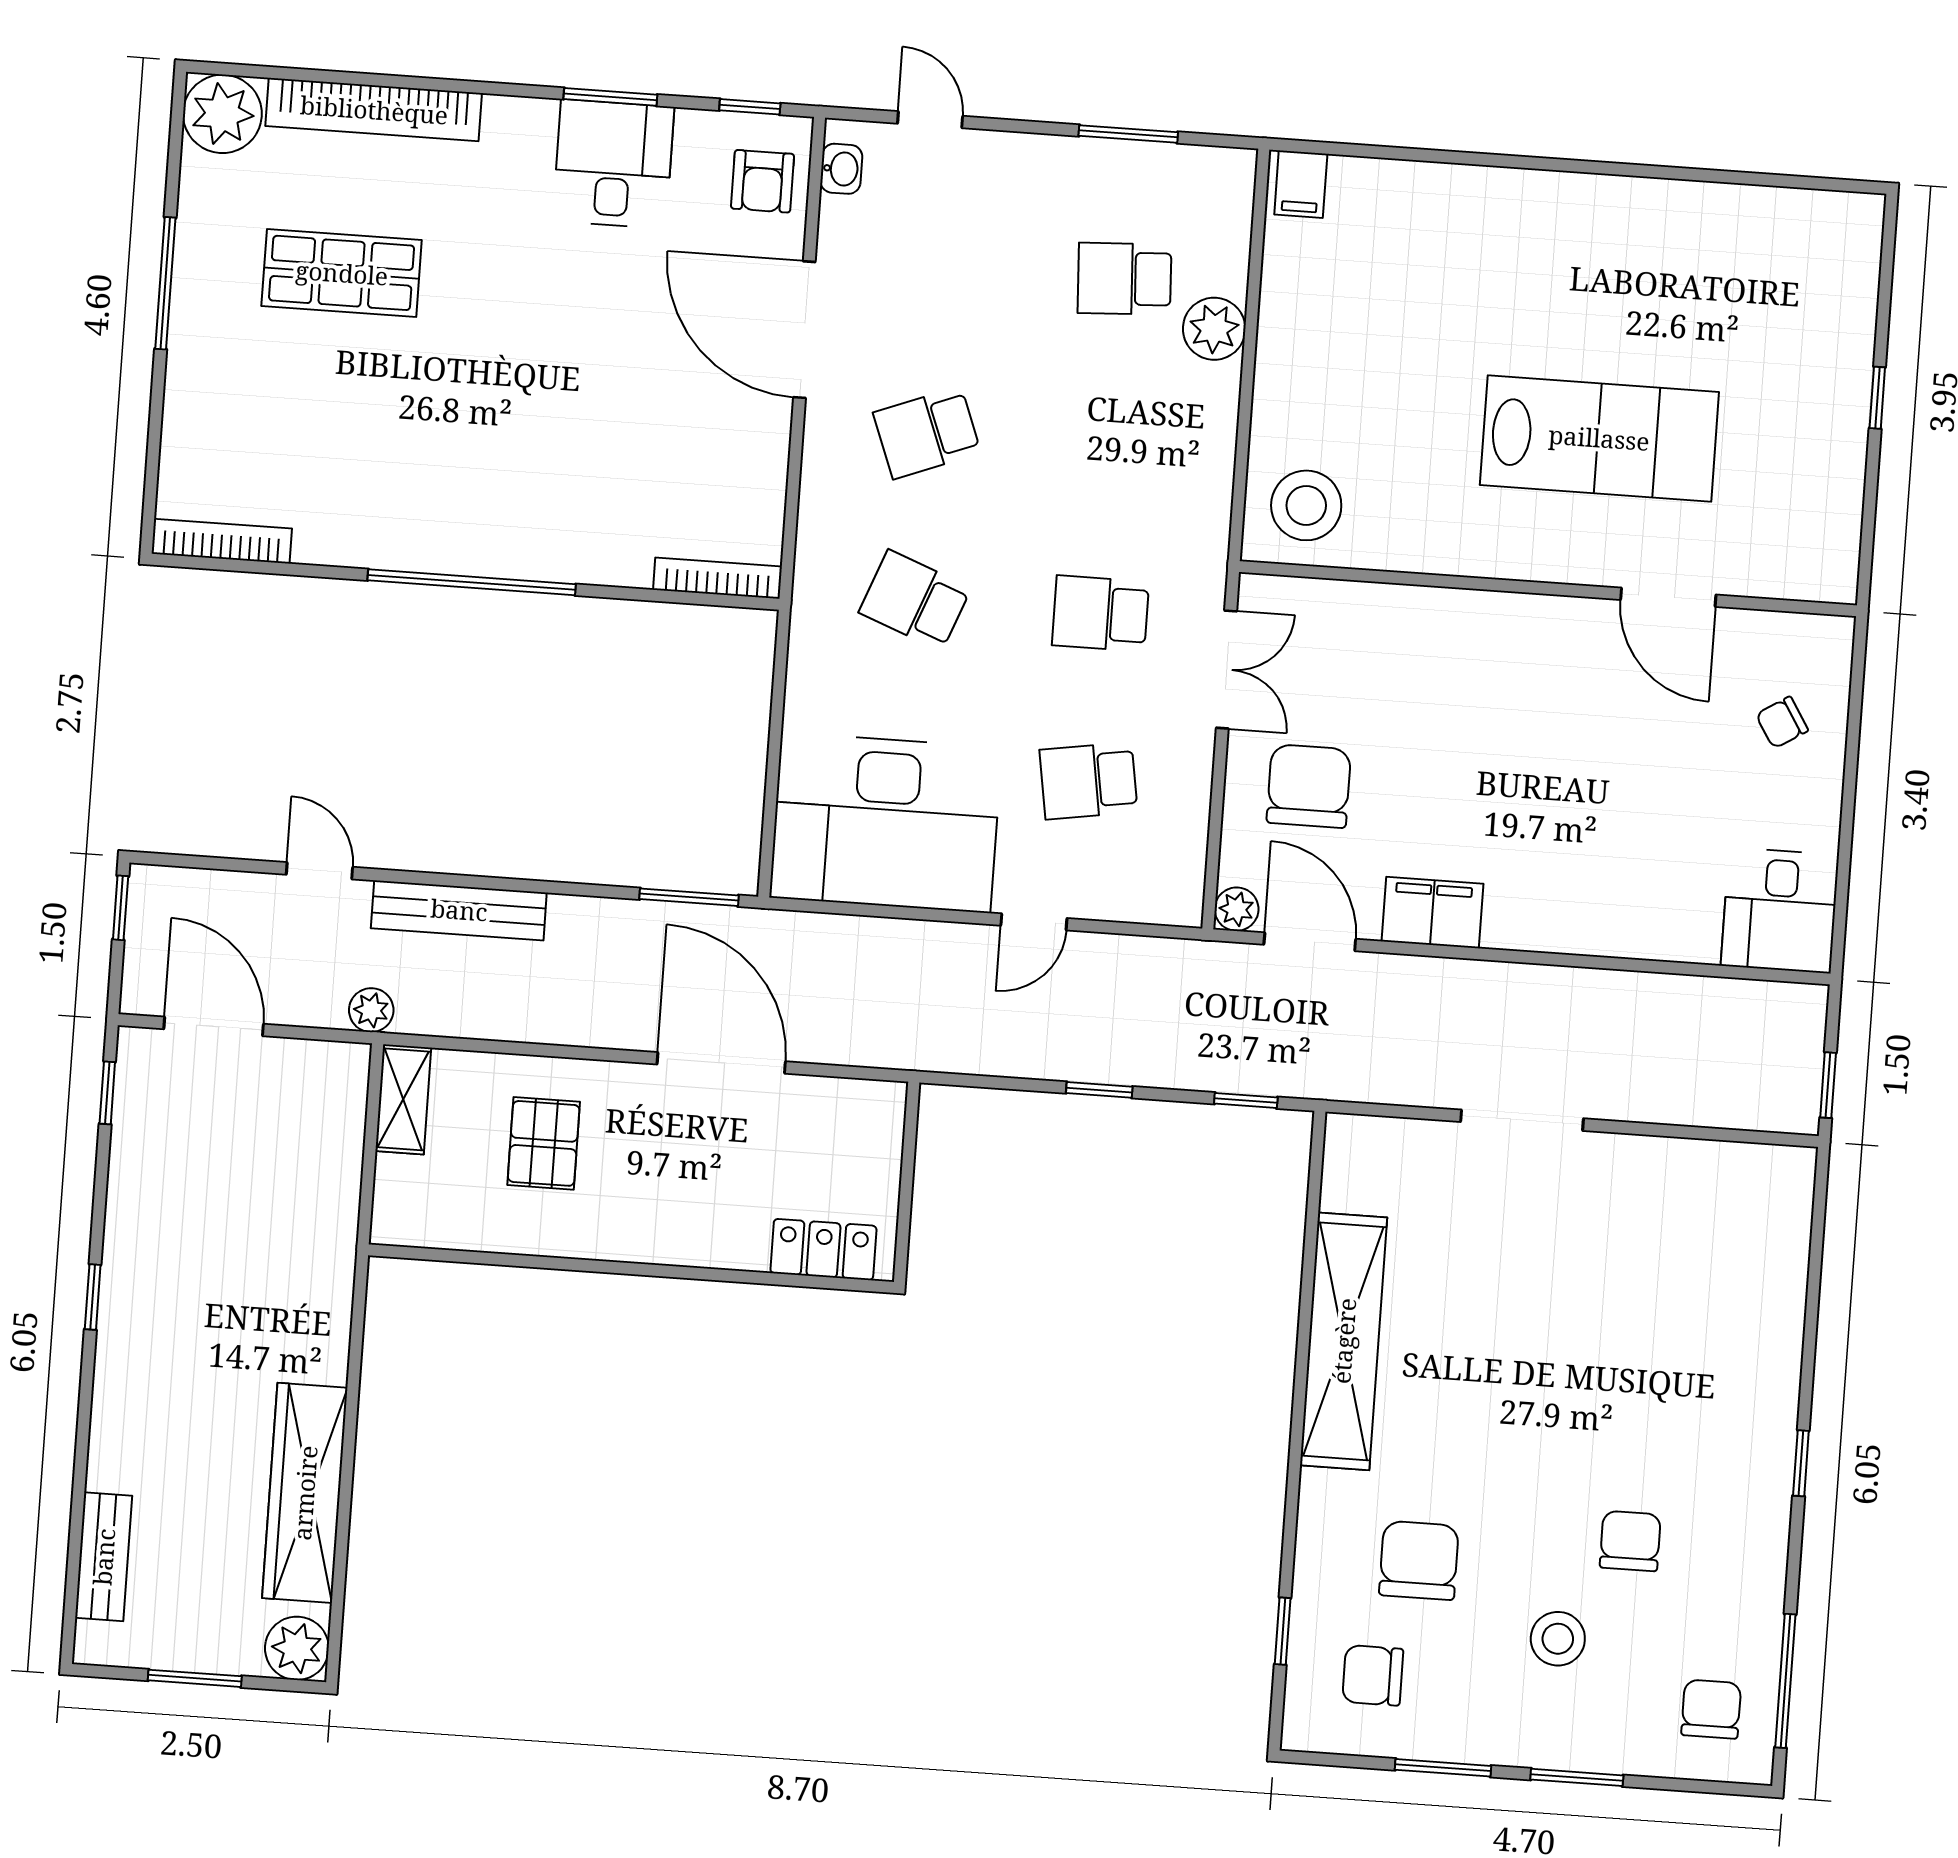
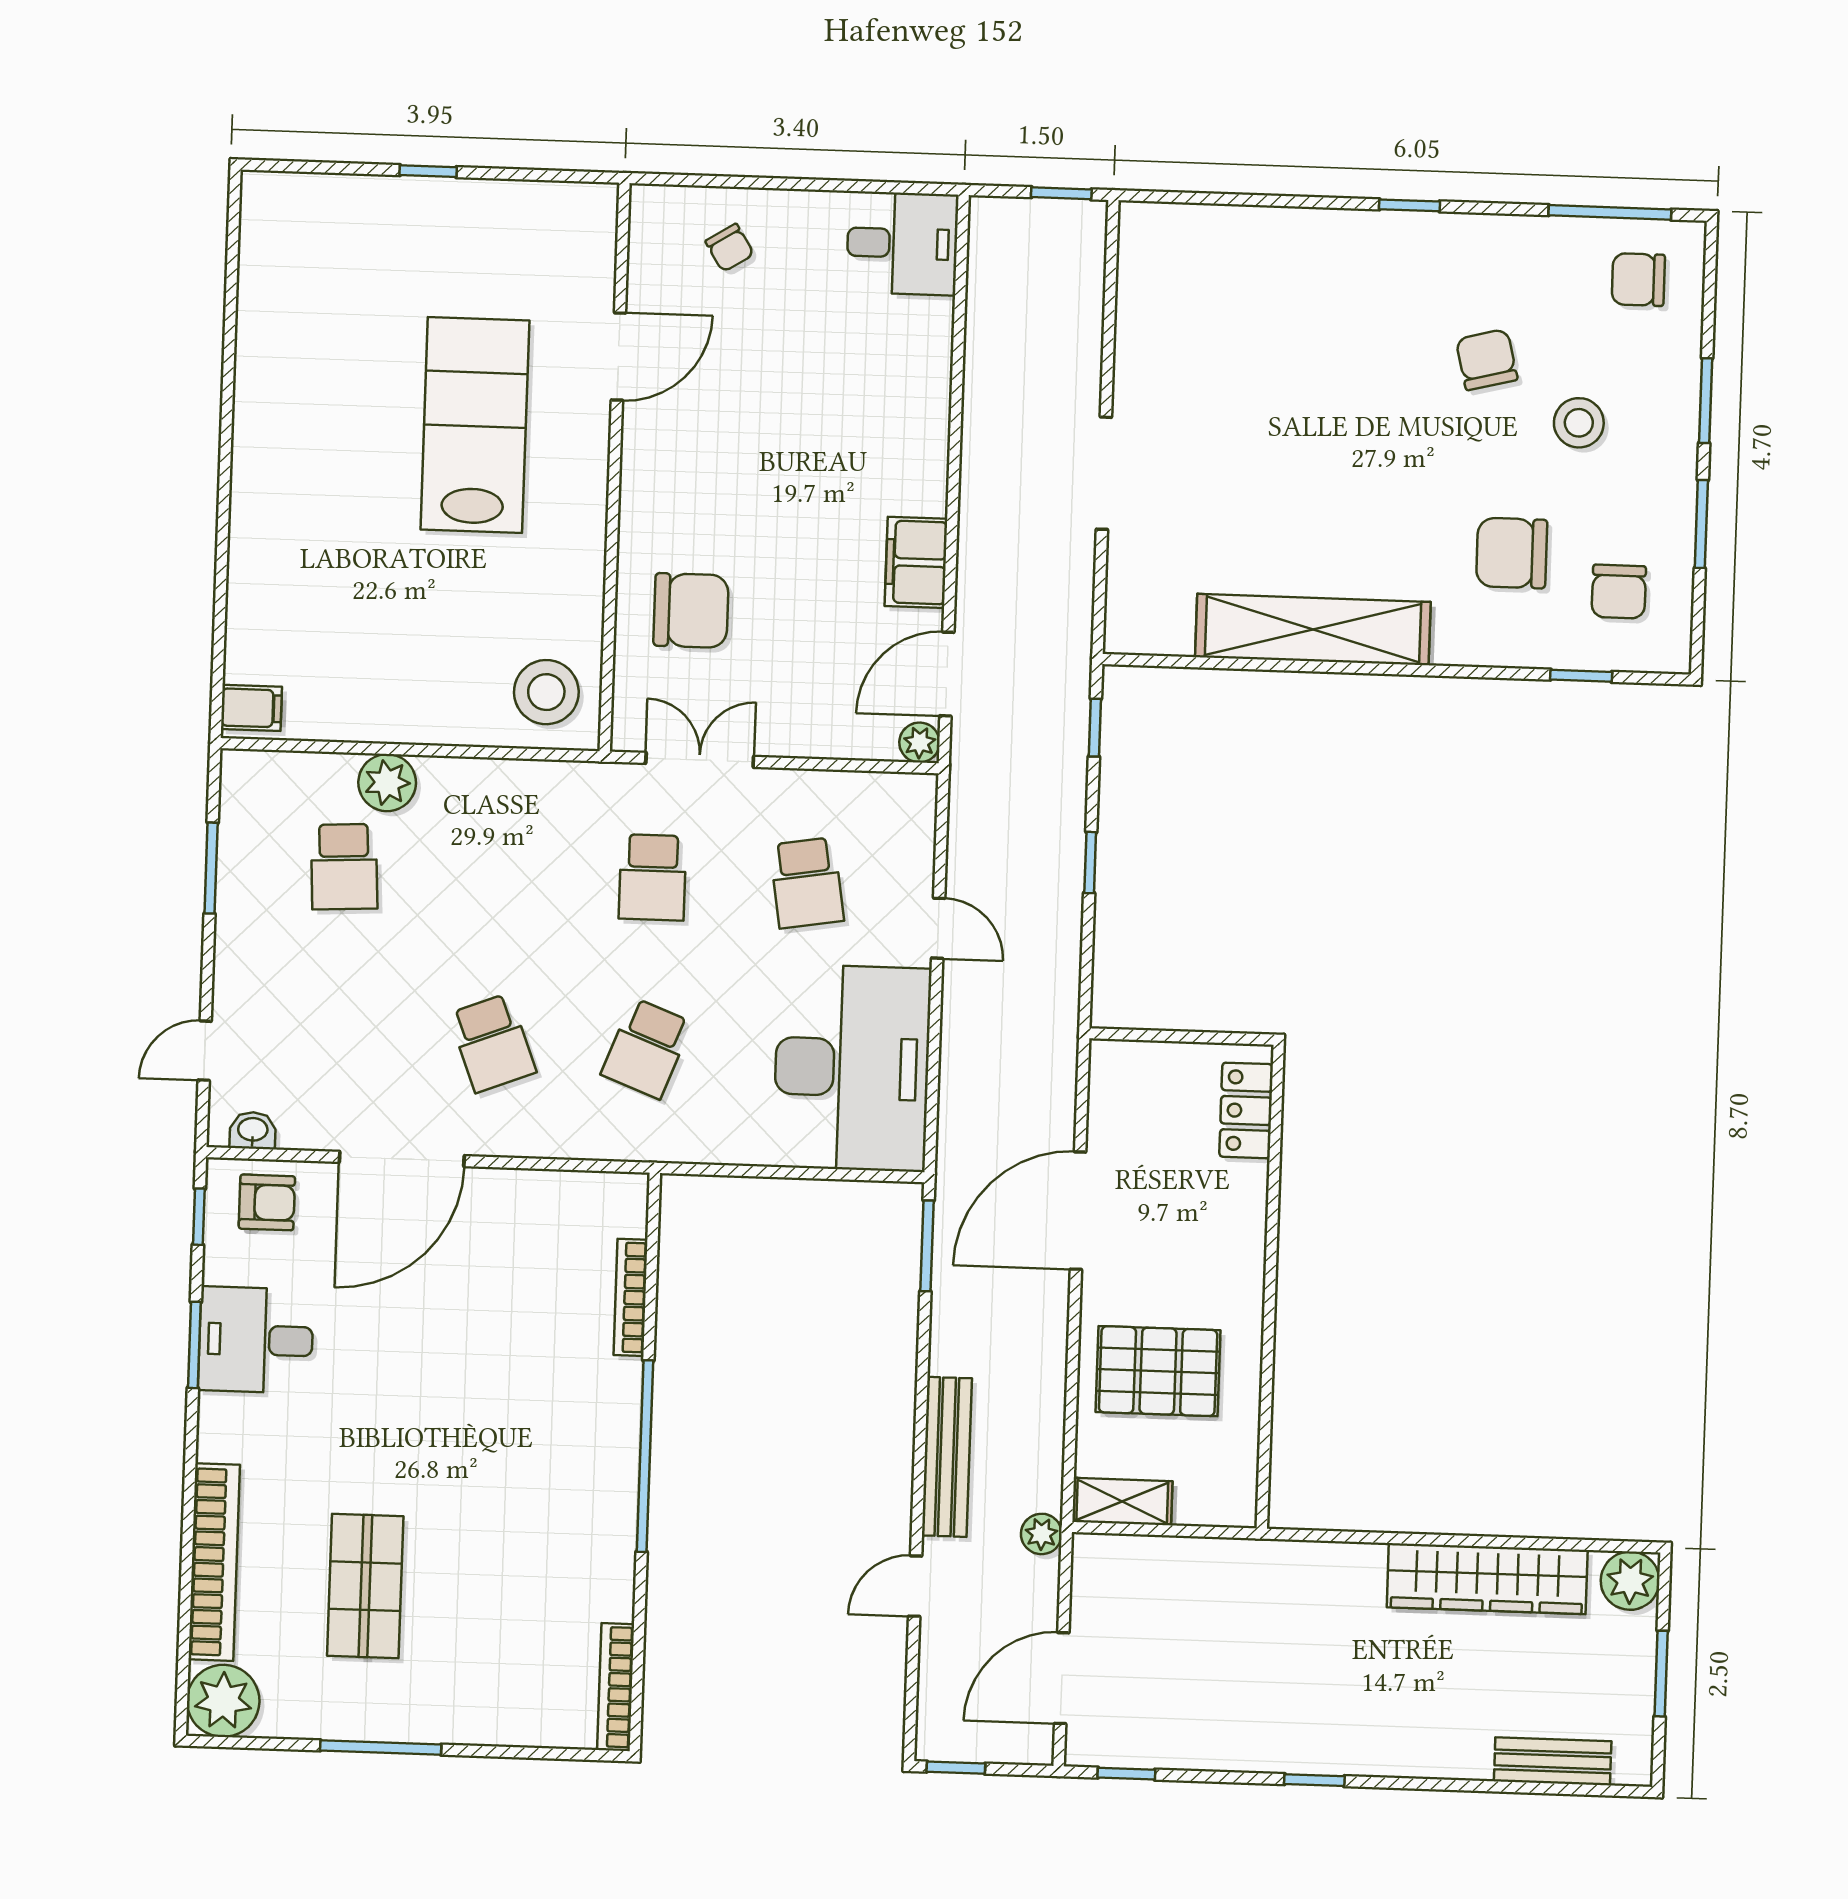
bookcase: (718, 578) -> (631, 1297), moved
chair: (1309, 786) -> (691, 610), moved, turned 180
pallet: (544, 1143) -> (1158, 1371), width x1.50, depth x1.42
chair: (1630, 1541) -> (1487, 360), turned 76

